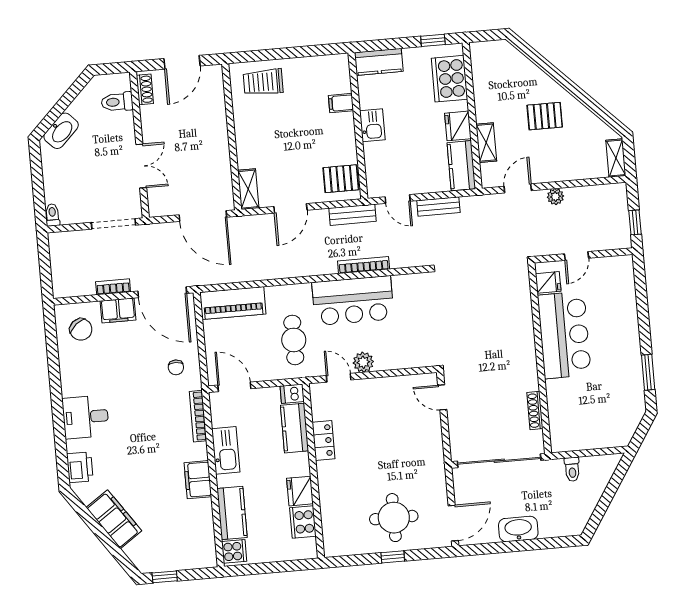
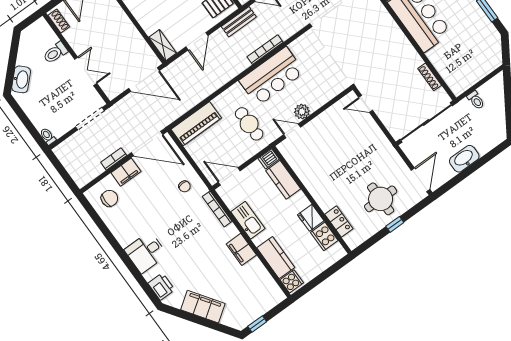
toilet: (117, 102) -> (55, 53), moved
chair: (81, 329) -> (109, 198), turned -50
locker: (324, 440) -> (339, 221), moved

